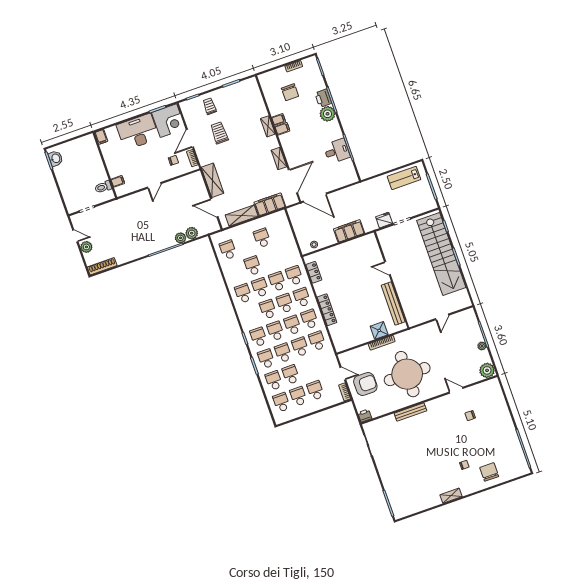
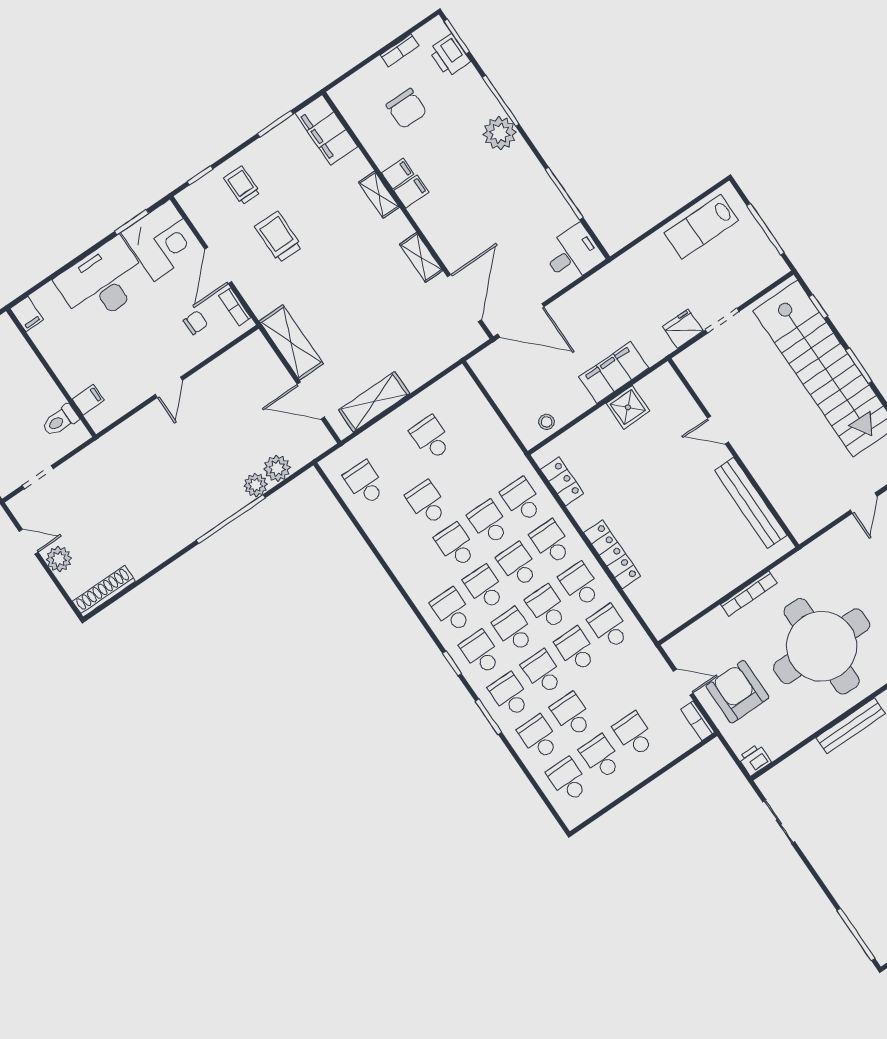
printer: (323, 98) -> (450, 56), moved
desk: (337, 151) -> (573, 254), moved
filing cabinet: (270, 204) -> (327, 130), moved, turned -90
school desk: (243, 293) -> (452, 610), moved
shower: (379, 330) -> (628, 407), moved
armchair: (365, 384) -> (737, 692), turned -90

